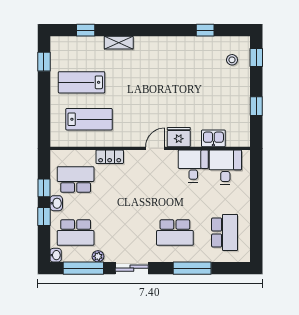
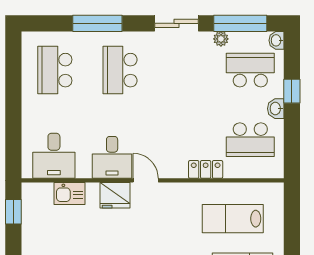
window: (256, 106) -> (13, 212), moved
door: (155, 148) -> (146, 180), swing flipped
desk: (193, 166) -> (112, 157), moved
window: (44, 188) -> (292, 129), removed
school desk: (175, 232) -> (120, 70), turned -90

